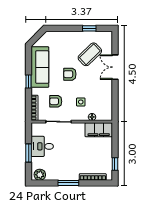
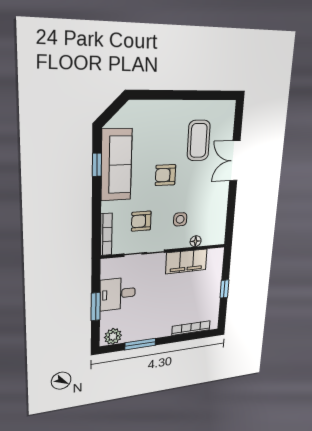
window: (89, 28) -> (201, 95), removed
coffee table: (90, 54) -> (199, 140), turned -46
window: (29, 82) -> (97, 165), moved
filing cabinet: (99, 130) -> (186, 261), moved
window: (115, 164) -> (224, 289), moved
window: (68, 183) -> (140, 344), moved

